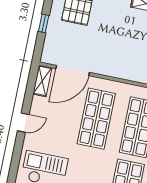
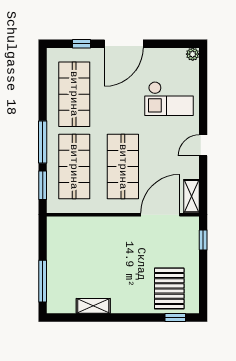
window: (44, 23) -> (203, 240), moved

